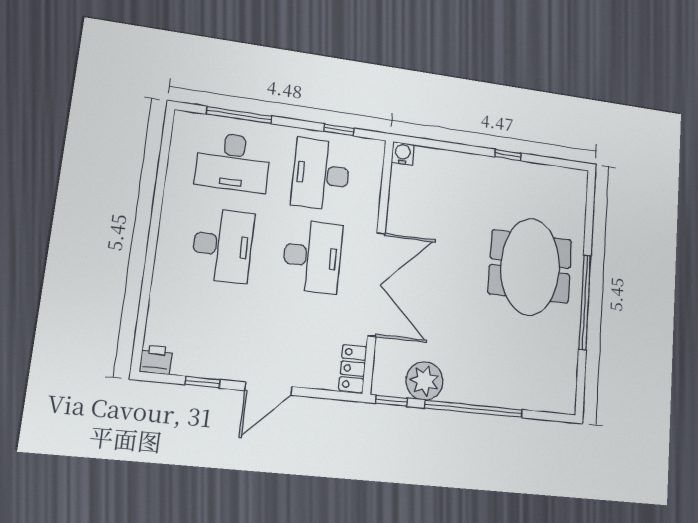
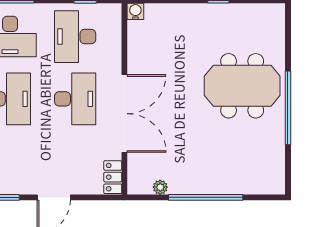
meeting table: (530, 267) -> (242, 86), turned 90
plant: (424, 381) -> (160, 187), width x0.53, depth x0.53
window: (392, 401) -> (143, 197), removed

